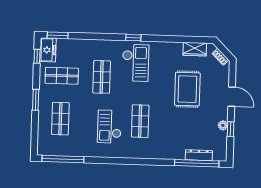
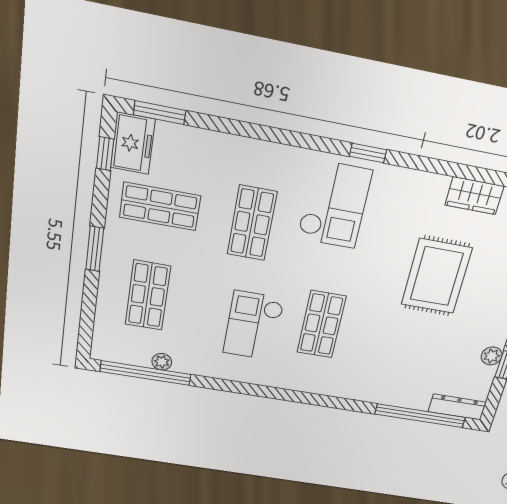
window: (133, 38) -> (368, 153), moved
plant: (70, 152) -> (162, 362), added
dresser: (199, 155) -> (457, 407), moved

